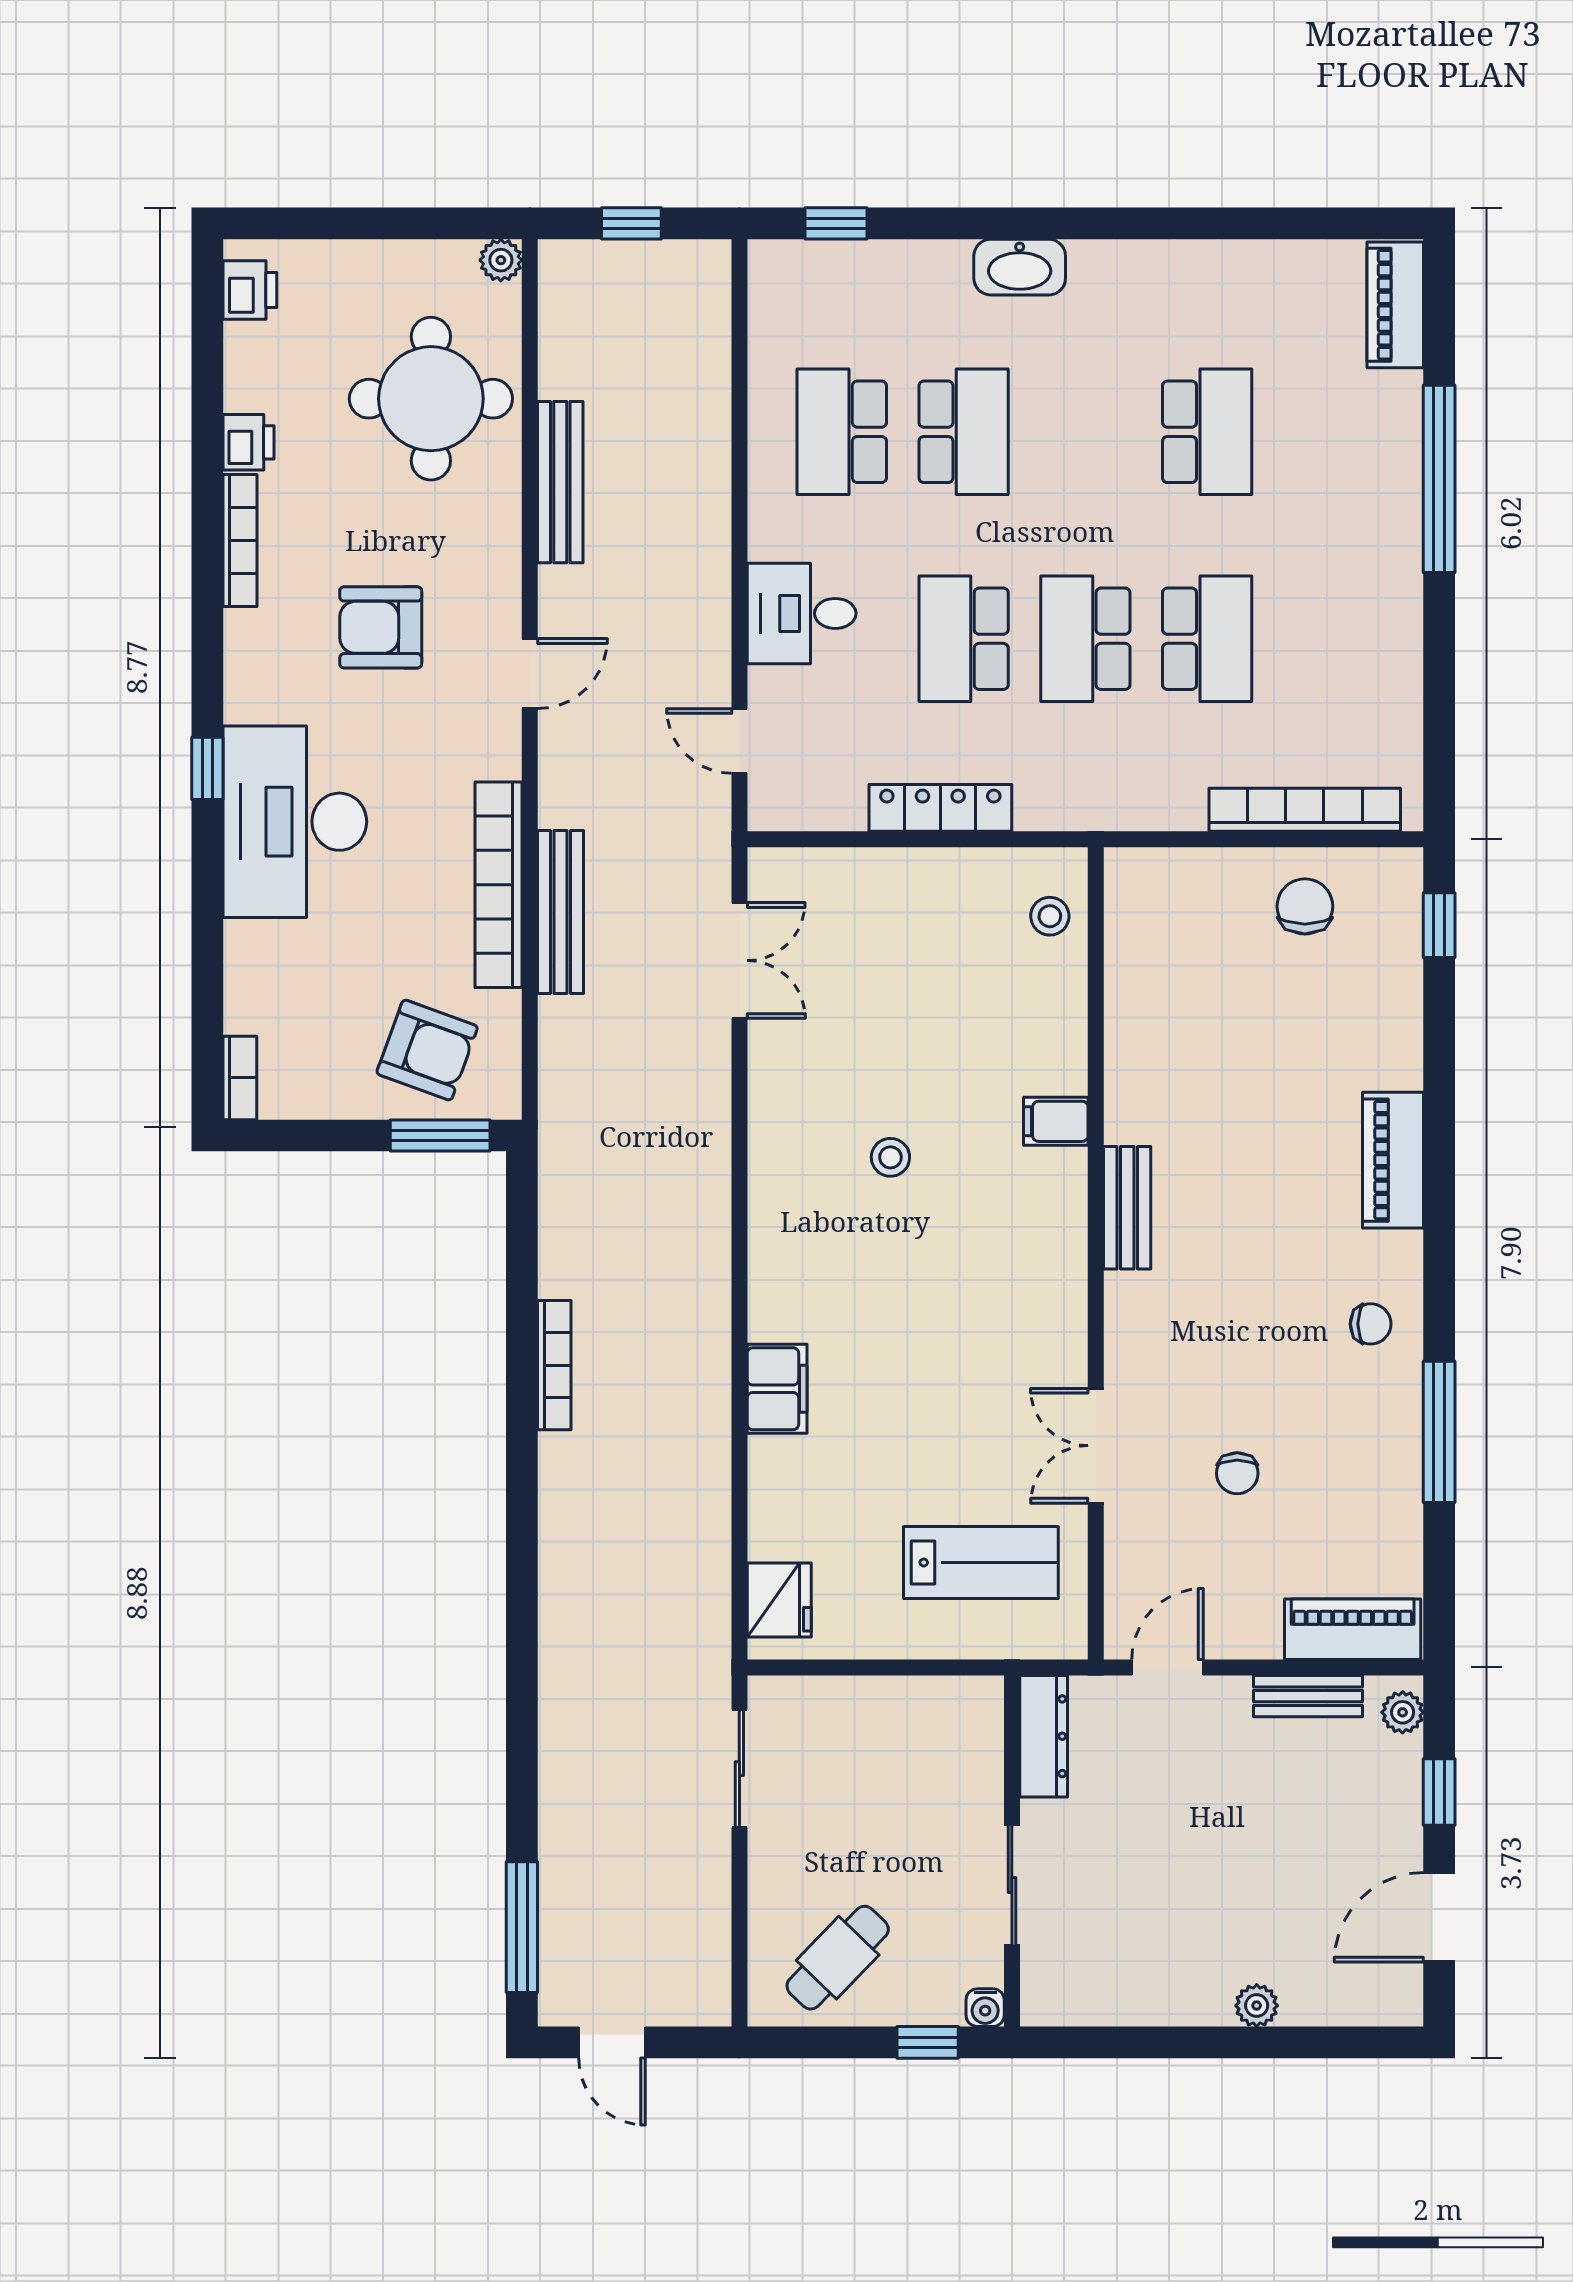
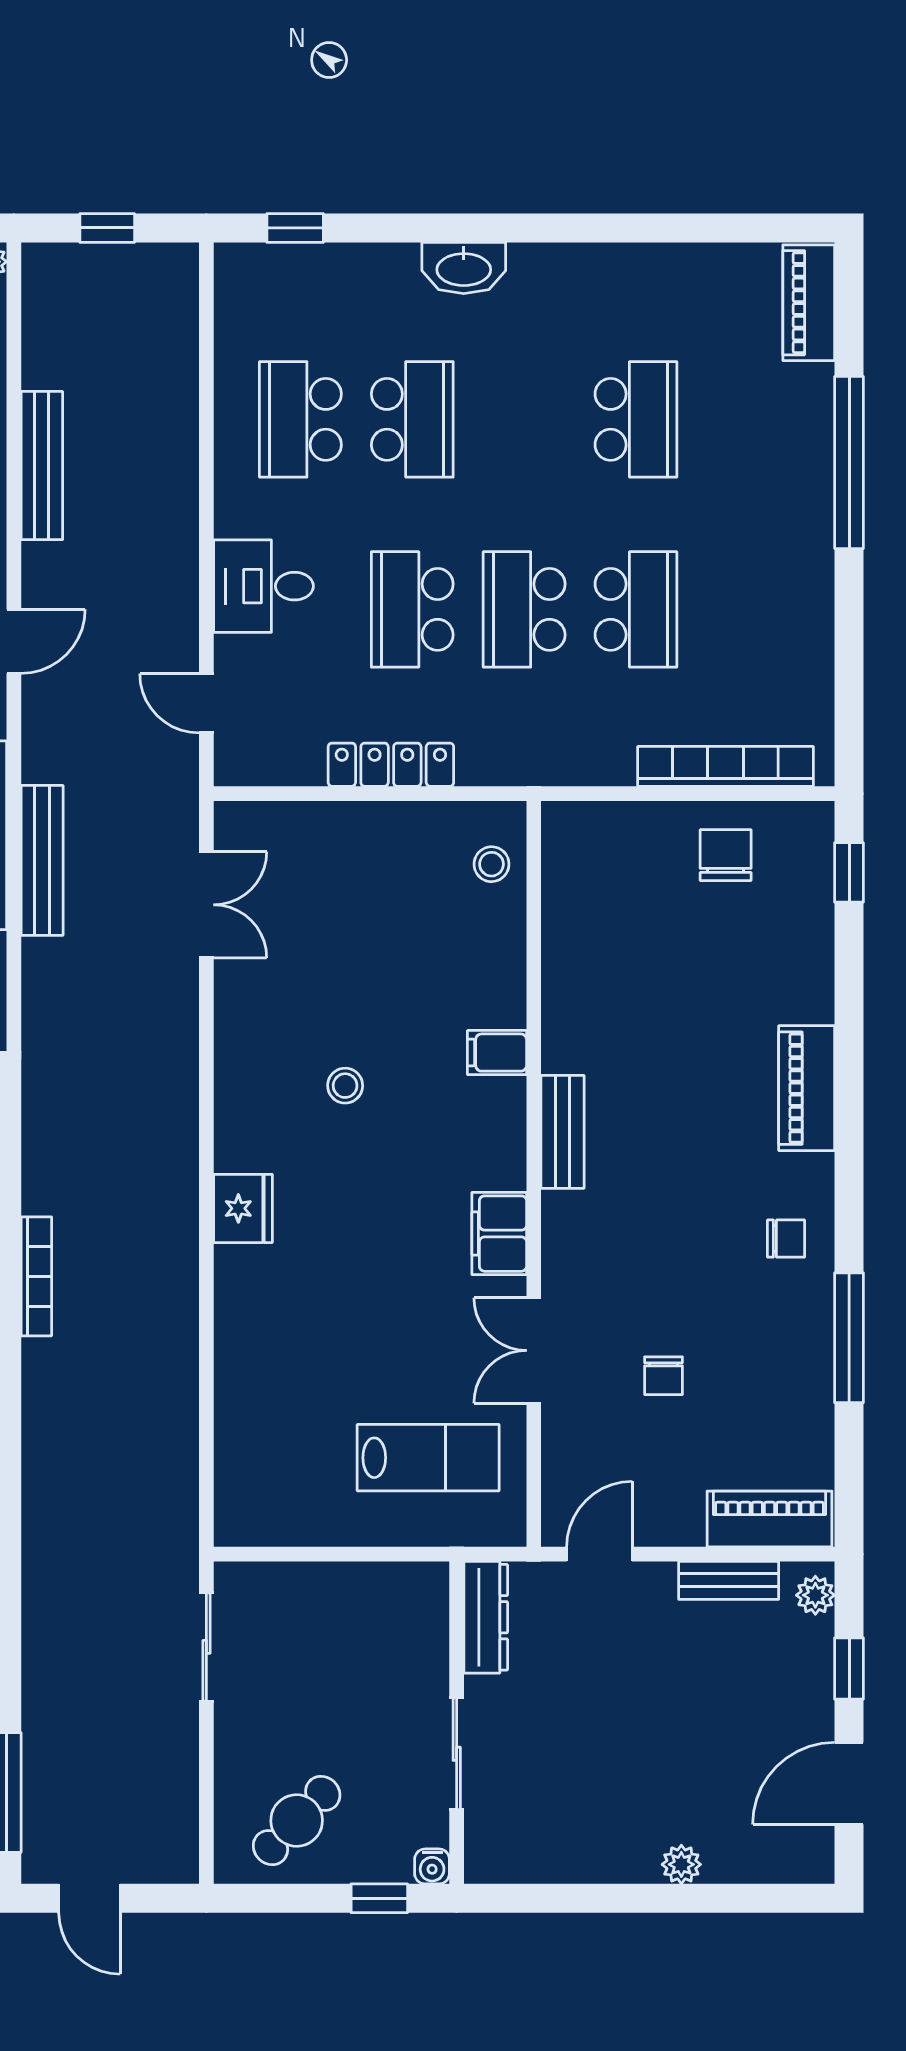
filing cabinet: (777, 1389) -> (499, 1234), moved, turned 180
fridge: (779, 1600) -> (243, 1208), moved

